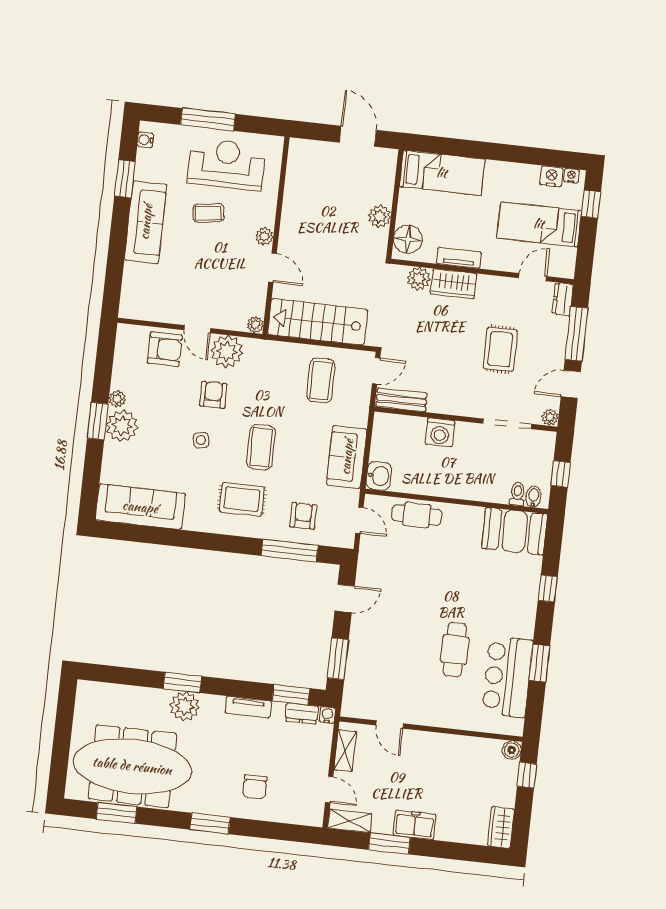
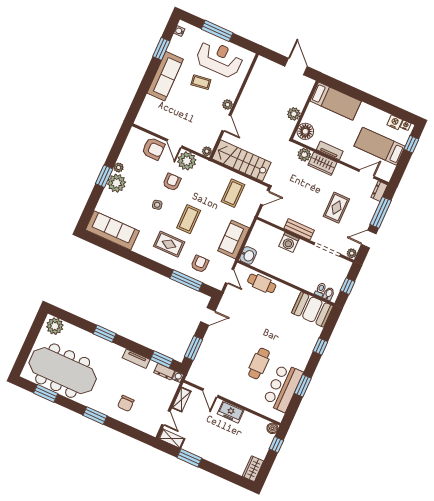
bench: (401, 400) -> (299, 229), moved
plant: (185, 706) -> (55, 326), moved
freezer: (415, 825) -> (231, 412), moved, turned 180

